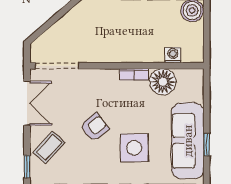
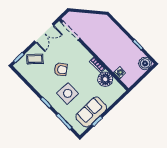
sofa: (188, 141) -> (91, 112), width x0.73

